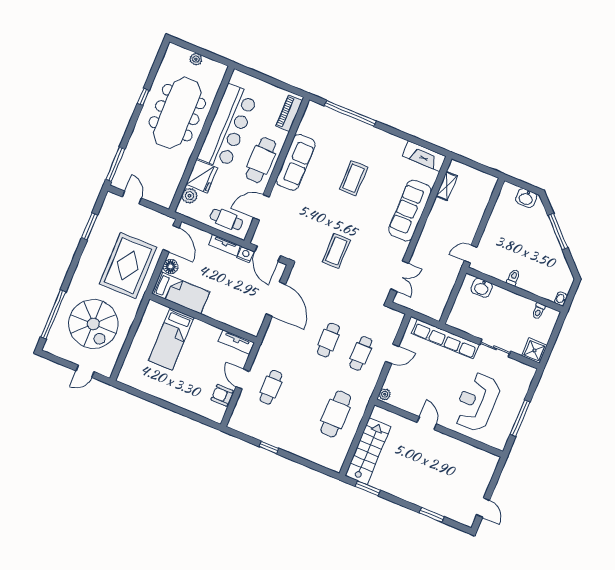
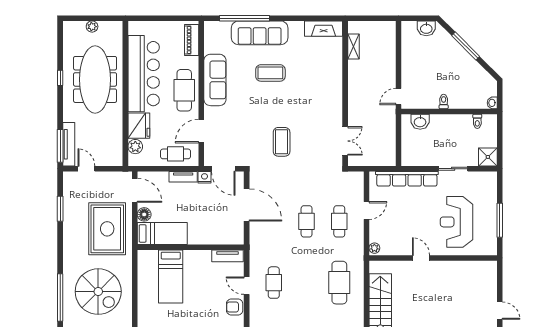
tv unit: (125, 166) -> (69, 144), added
coffee table: (354, 178) -> (270, 73), turned 90
sofa: (410, 210) -> (260, 33), moved, turned -90

